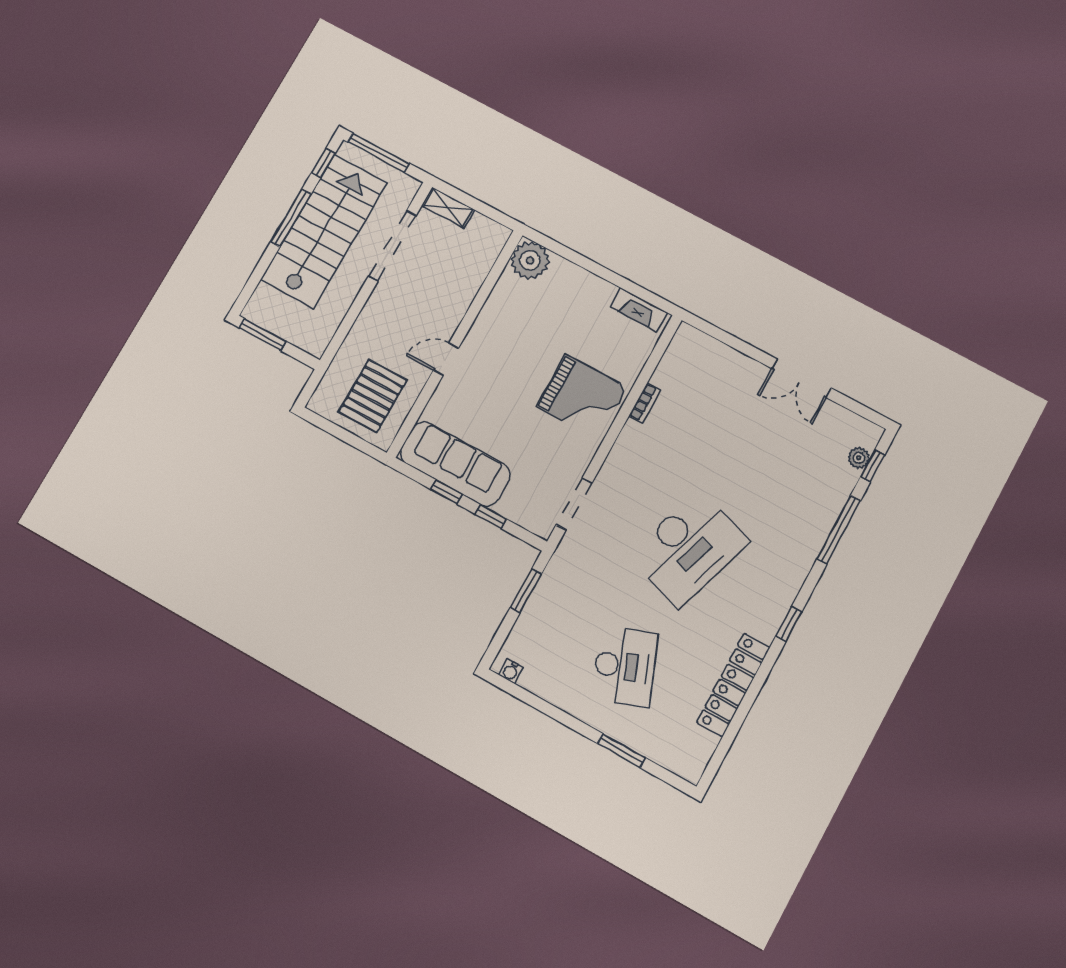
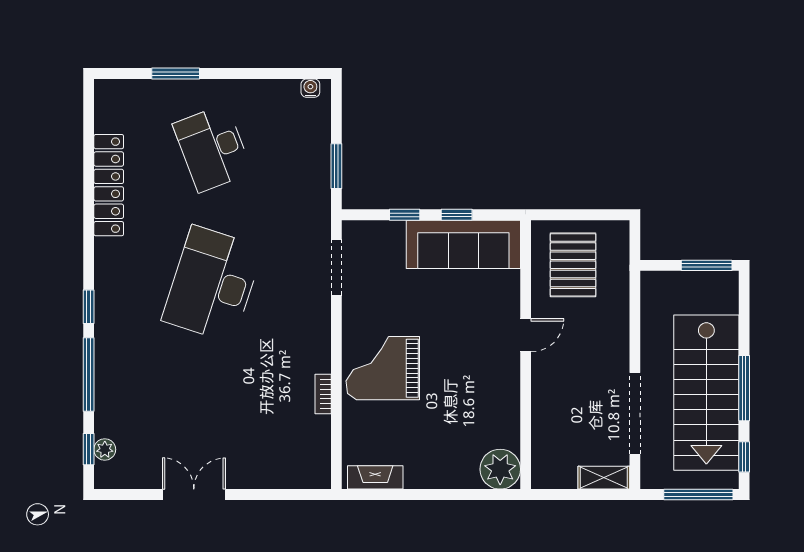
window: (789, 624) -> (89, 307), moved

